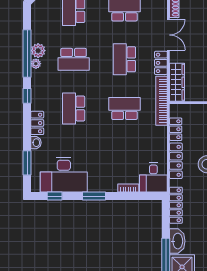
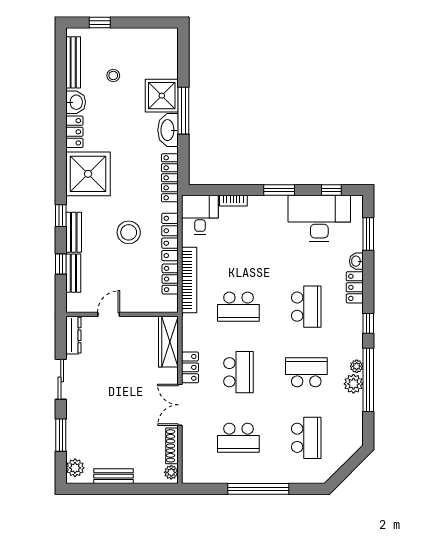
bookcase: (162, 101) -> (189, 280), moved

